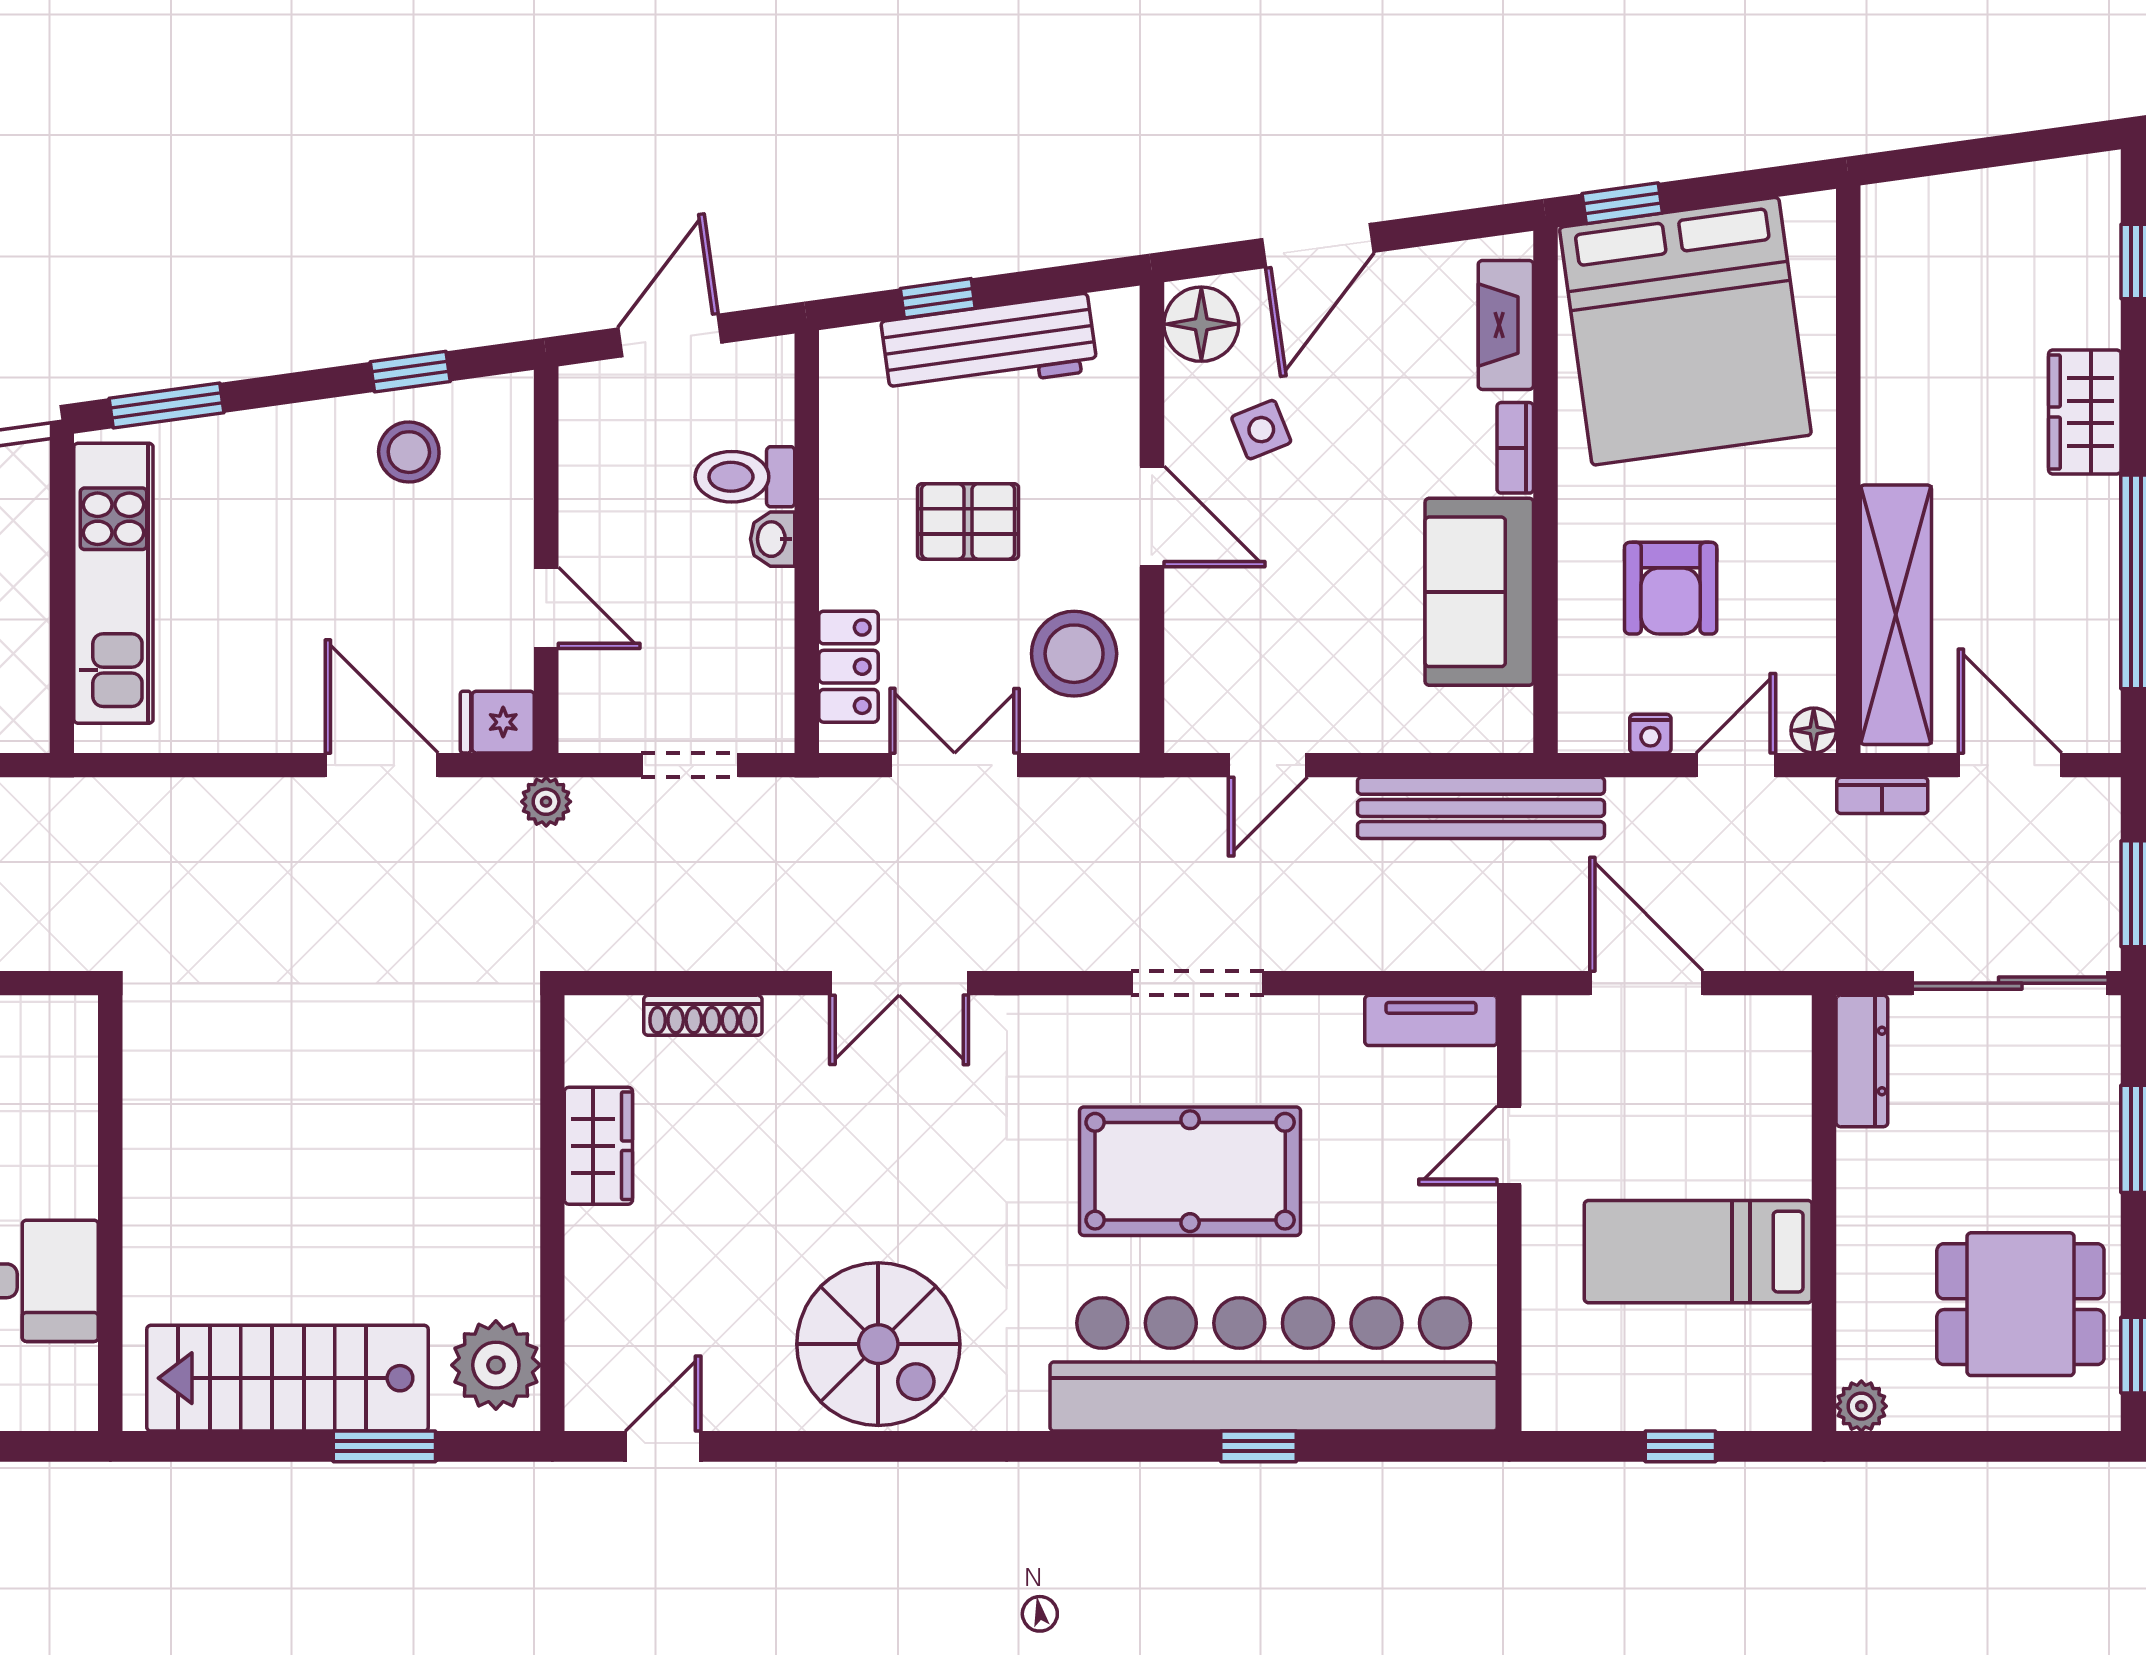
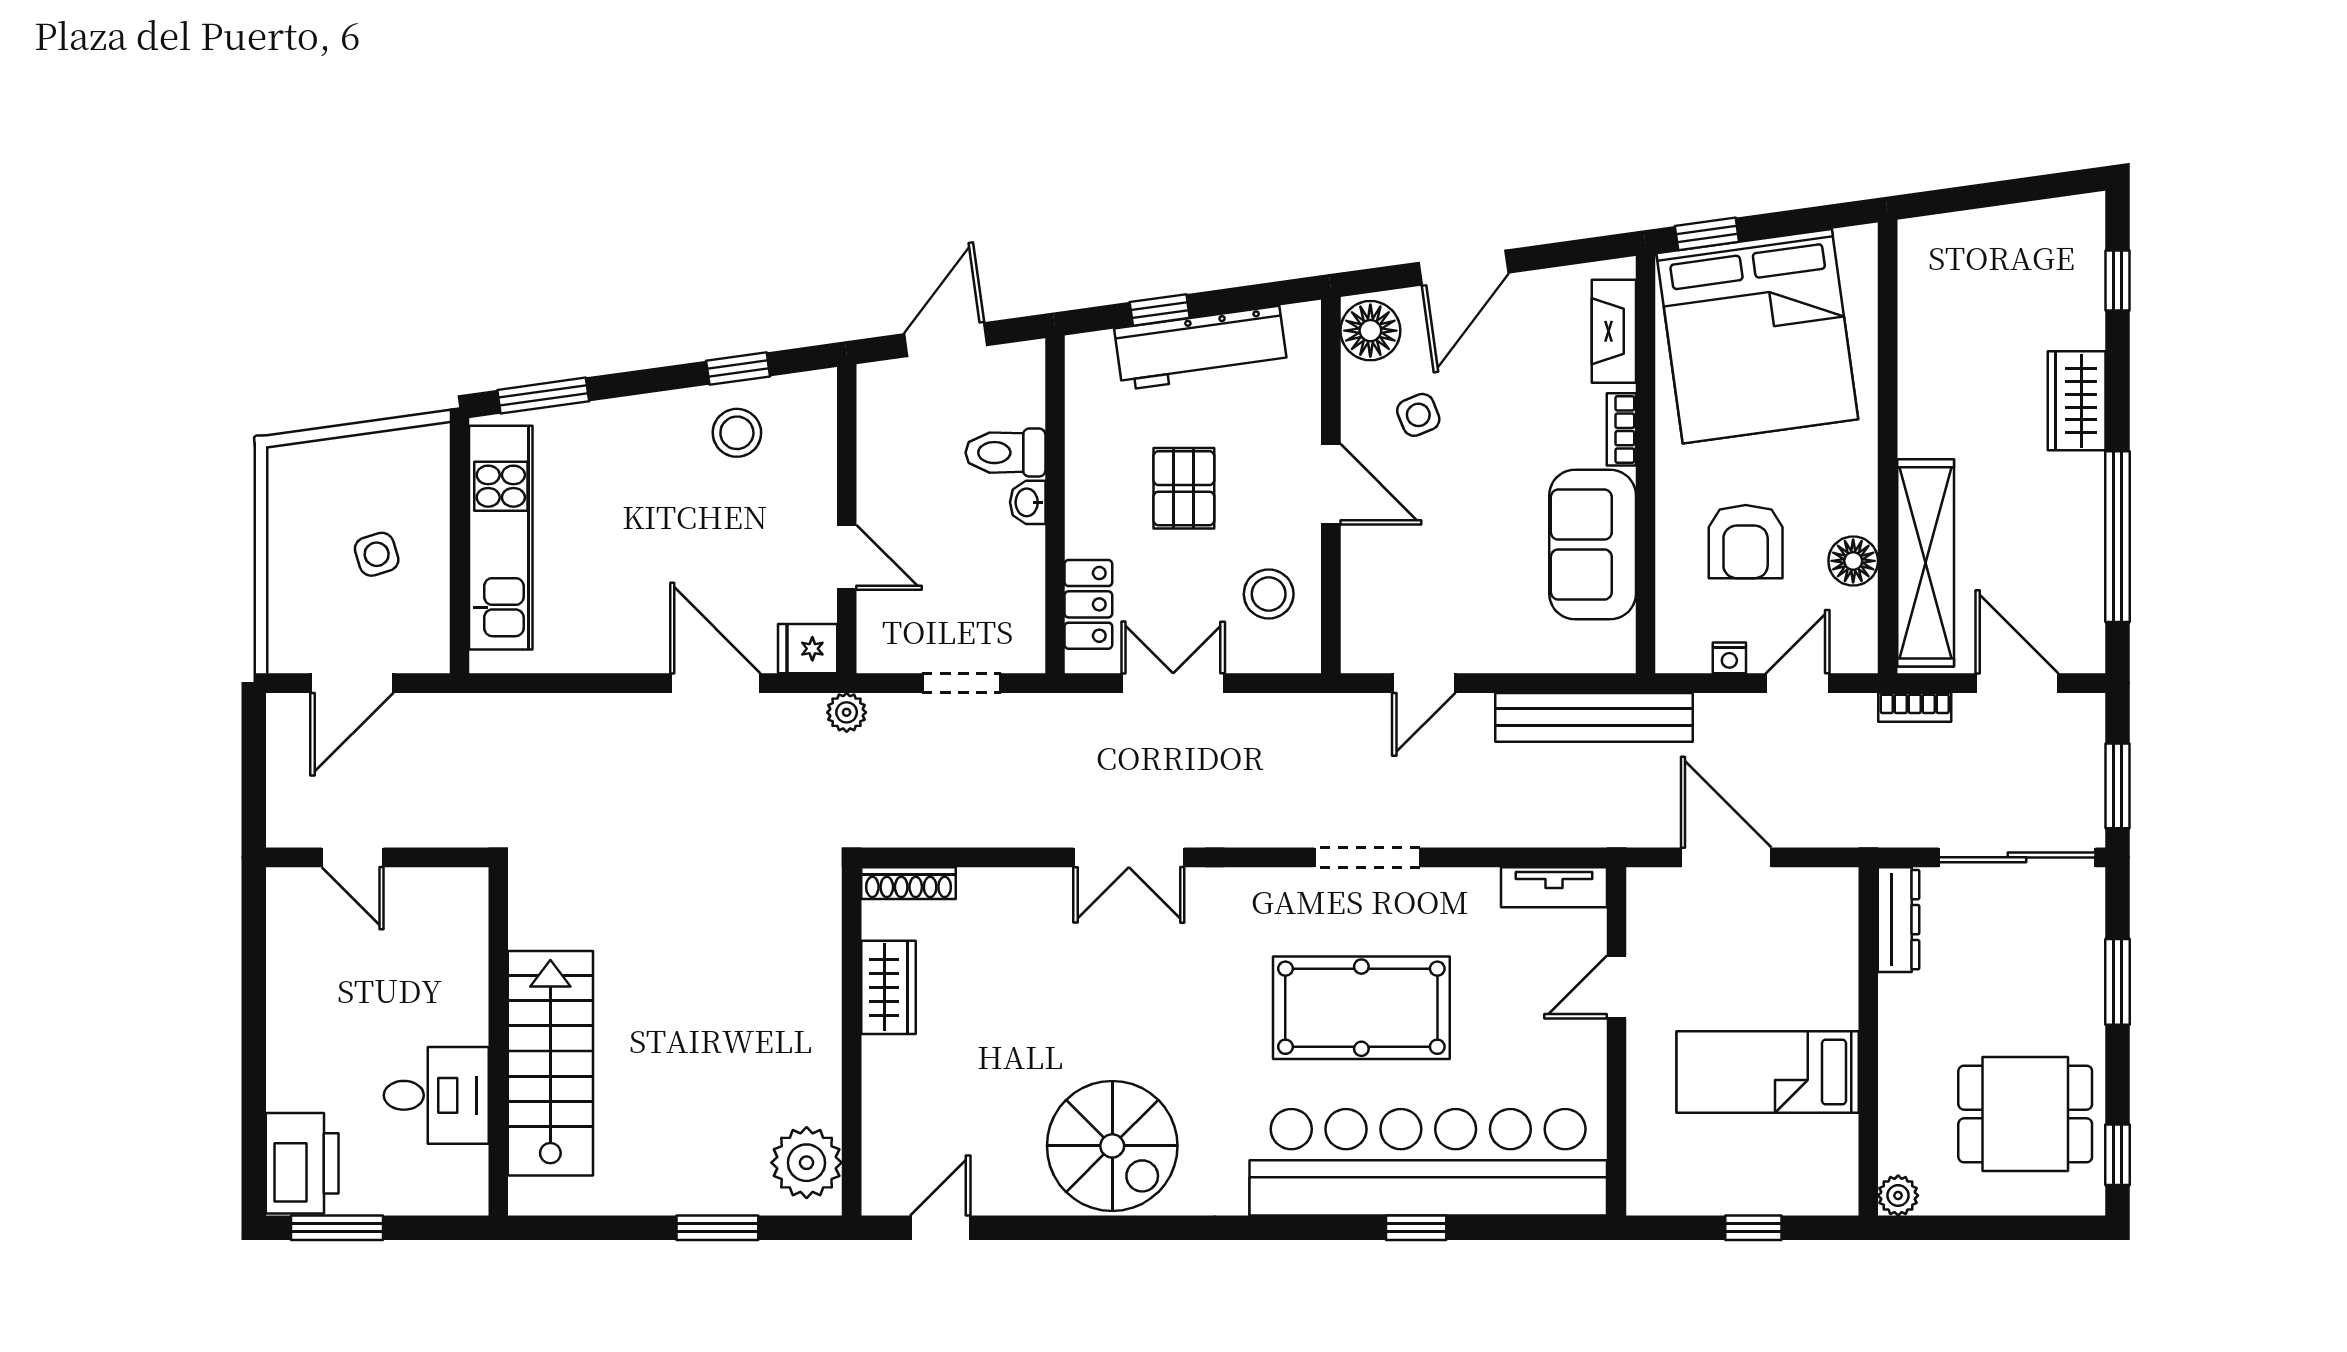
pallet: (968, 521) -> (1184, 488), turned 90
stool: (1074, 654) -> (1269, 594), width x0.73, depth x0.73
floor lamp: (1814, 730) -> (1853, 561), moved, width x1.37, depth x1.37
shoe rack: (703, 1015) -> (908, 883), moved
stairs: (287, 1378) -> (550, 1063), moved, turned 90

